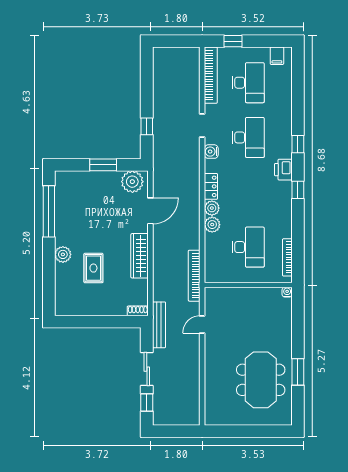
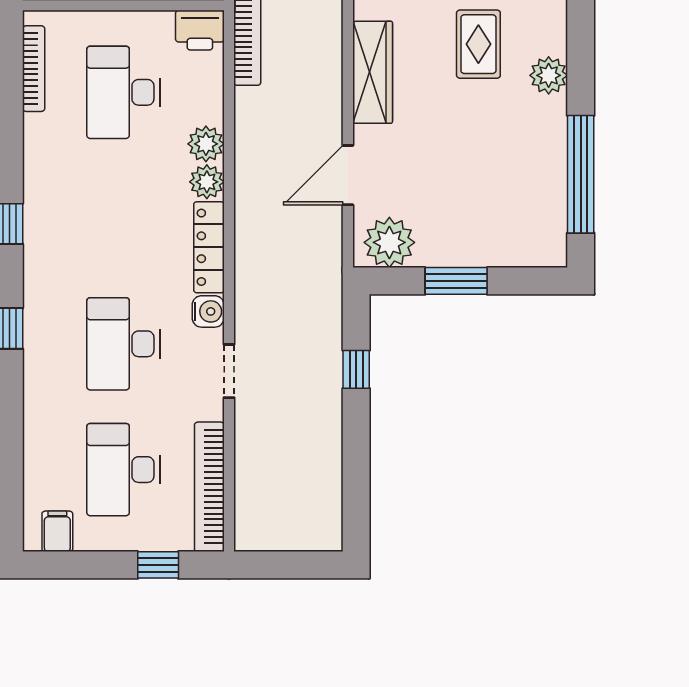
printer: (283, 170) -> (200, 30), moved, turned 90
locker: (211, 186) -> (209, 247), width x1.53

